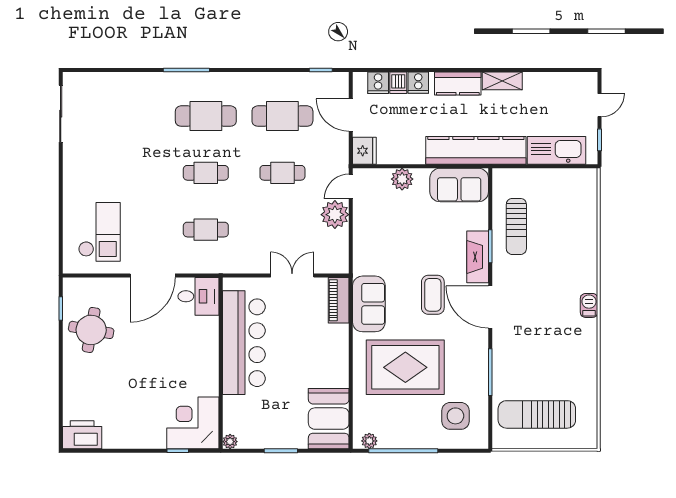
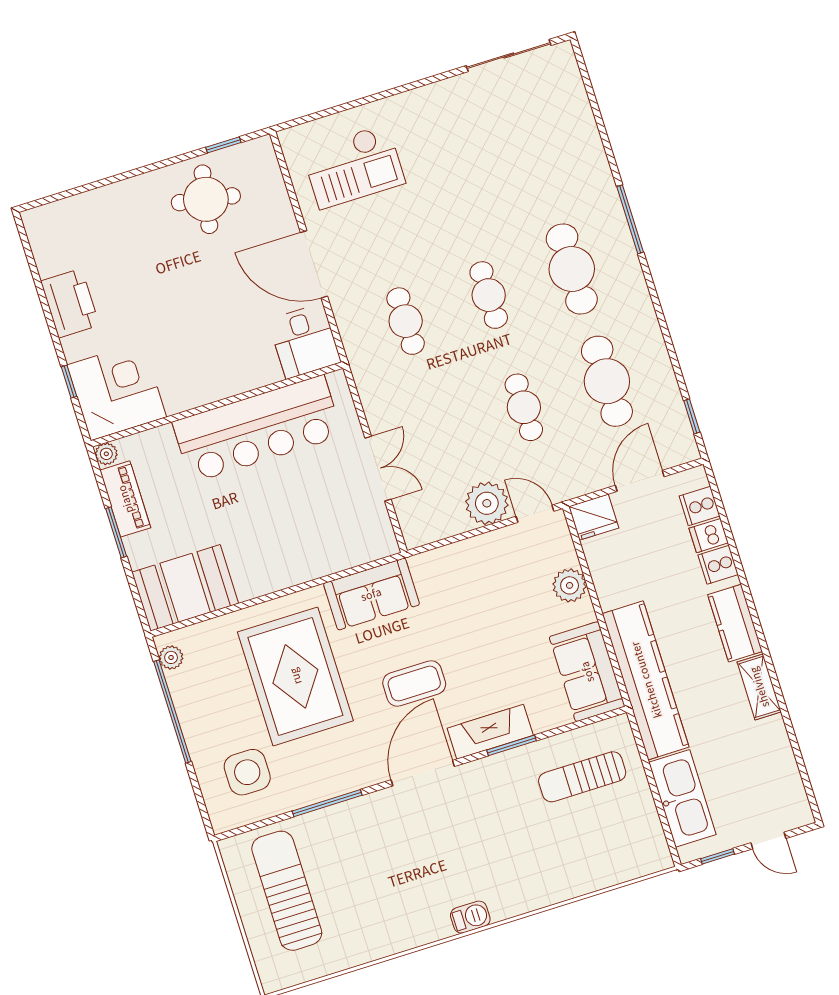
sun lounger: (516, 226) -> (582, 777), moved
piano: (339, 300) -> (125, 499), moved, turned 90
printer: (82, 435) -> (70, 303), moved

